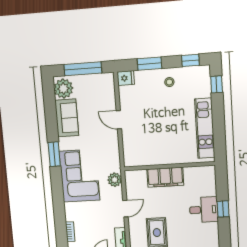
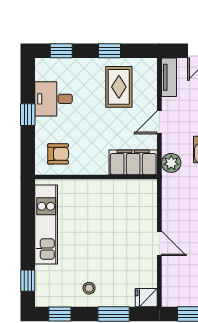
filing cabinet: (165, 177) -> (133, 162), moved
armchair: (199, 181) -> (58, 154), added
desk: (204, 210) -> (54, 99), moved

